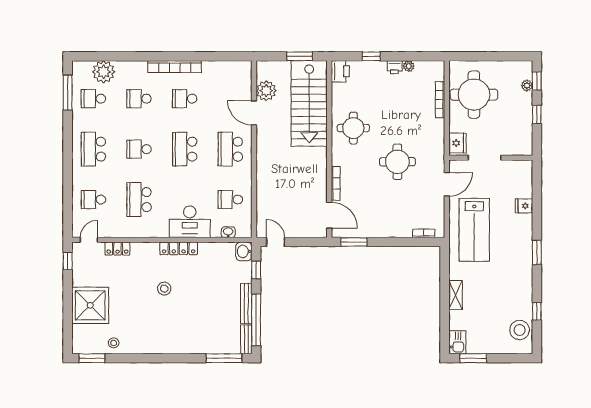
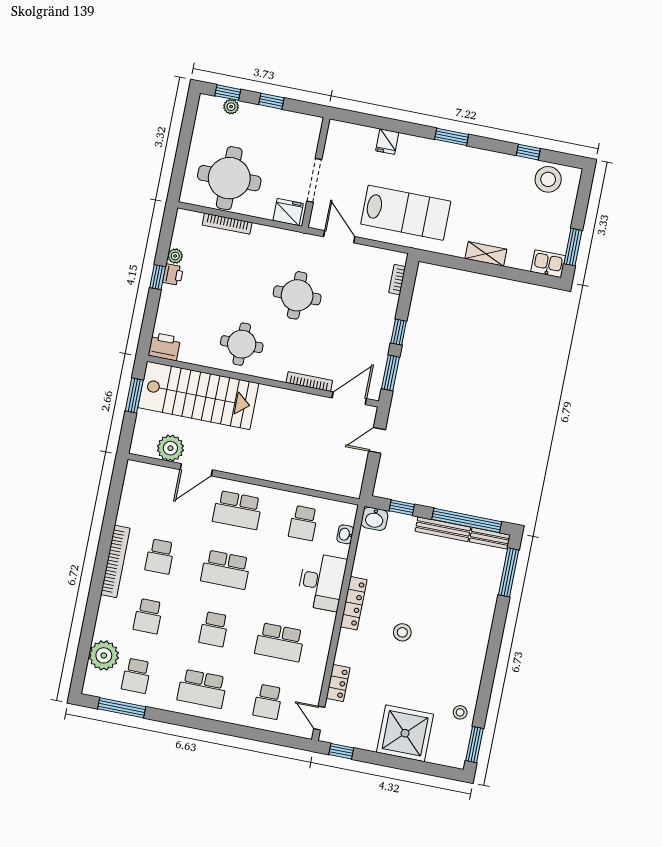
window: (371, 56) -> (158, 277), moved
door: (276, 242) -> (377, 440), moved
window: (385, 242) -> (399, 332), added

